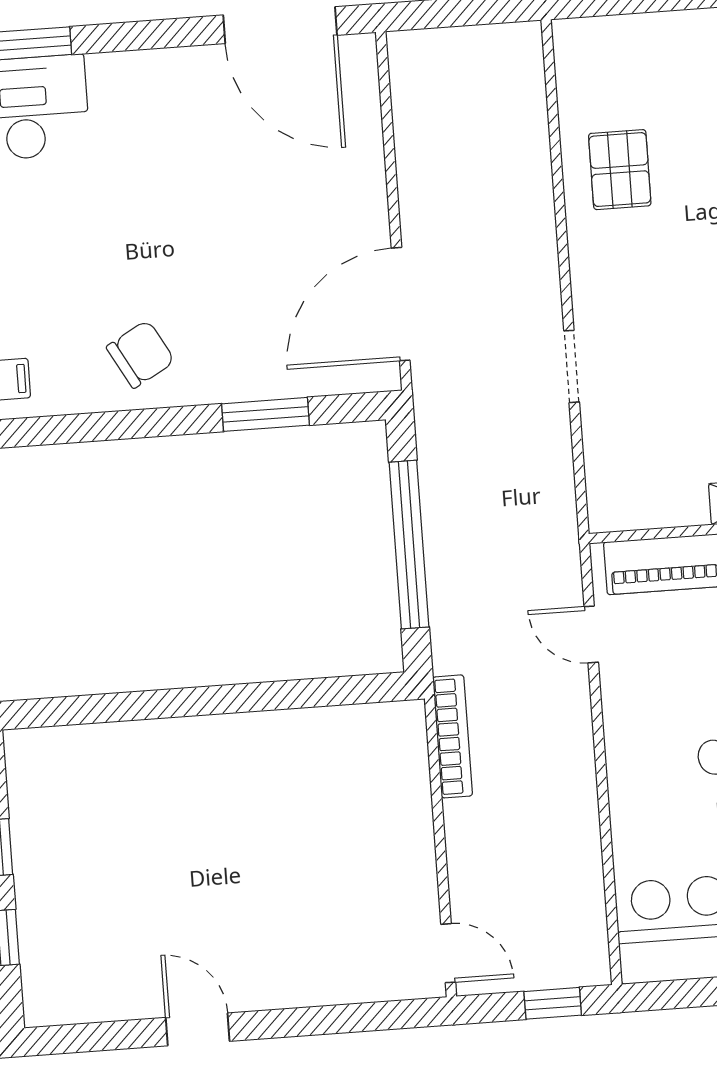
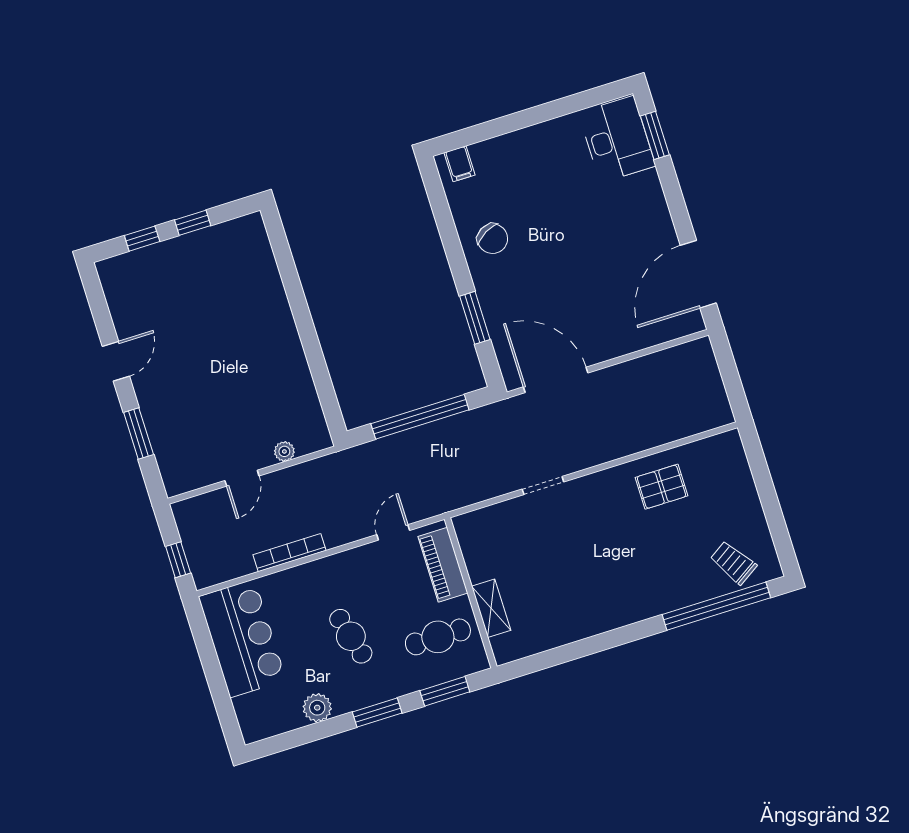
bookcase: (453, 736) -> (290, 553), moved, turned 180
plant: (414, 784) -> (284, 451), added
door: (448, 953) -> (242, 478), moved
window: (327, 1020) -> (139, 434), added

